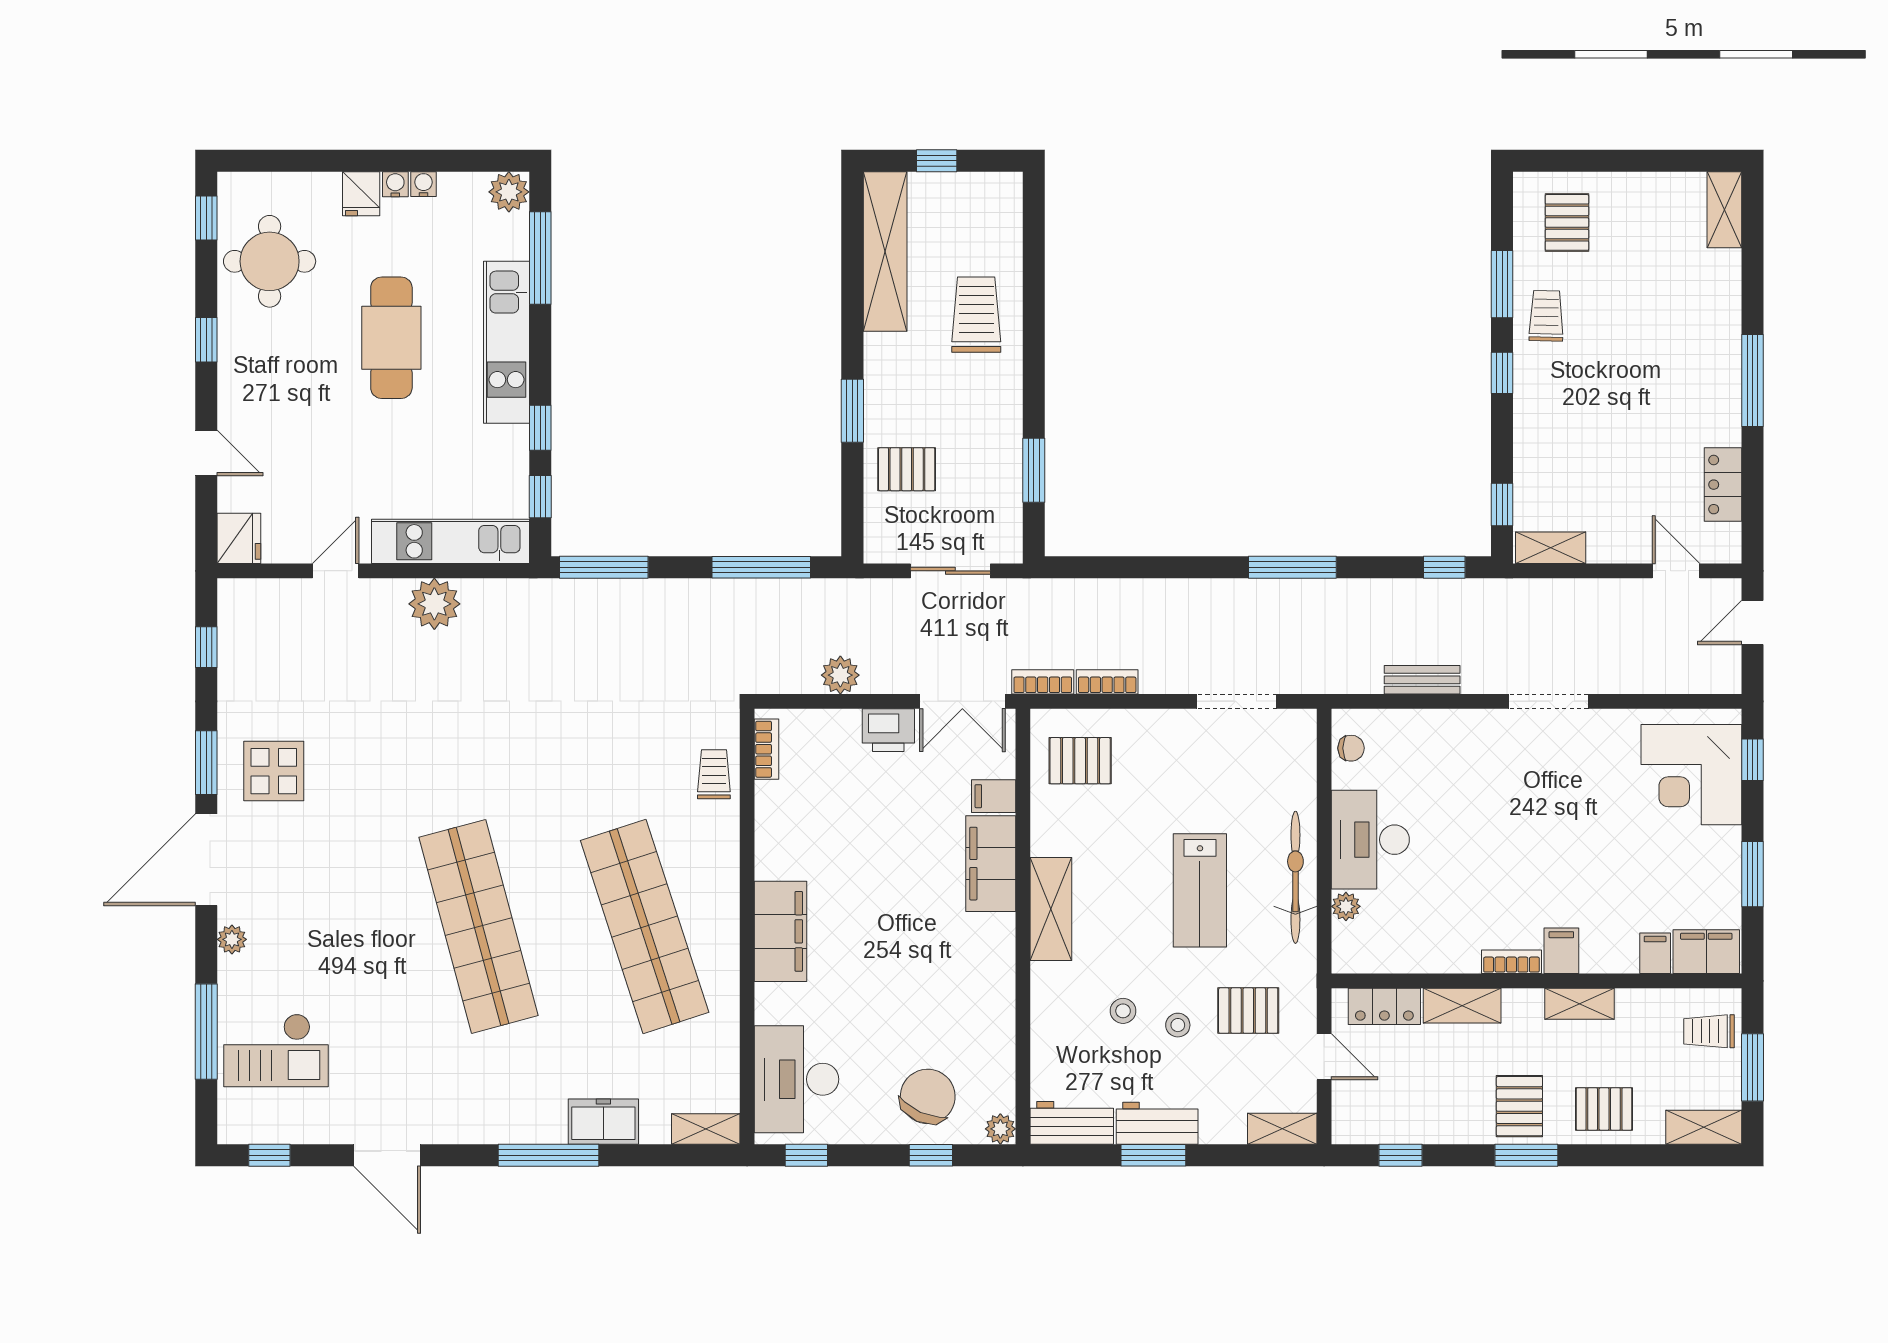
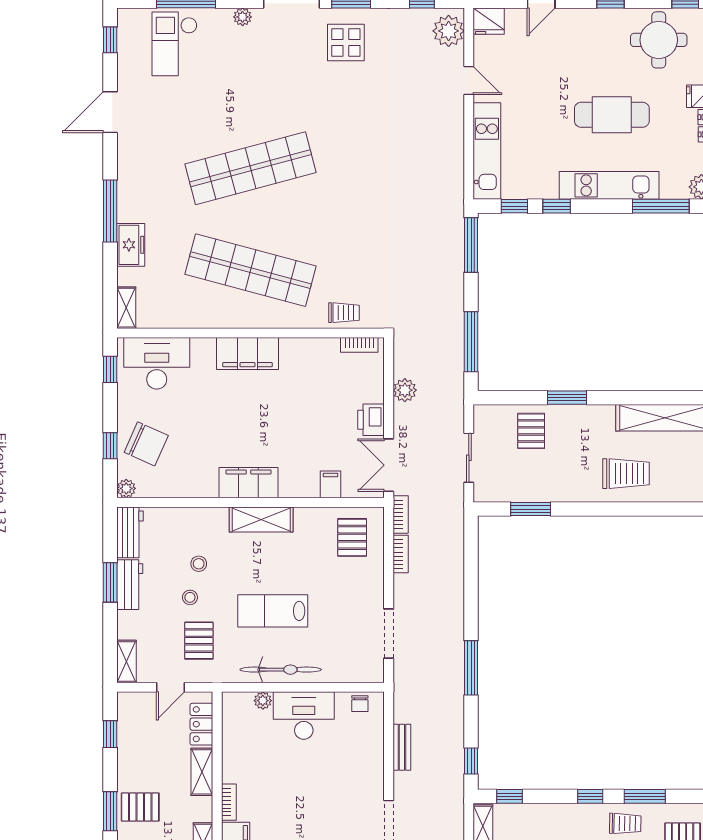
plant: (434, 604) -> (449, 31), moved
filing cabinet: (991, 864) -> (248, 483), moved
shop shelf: (645, 926) -> (250, 270), turned 33

